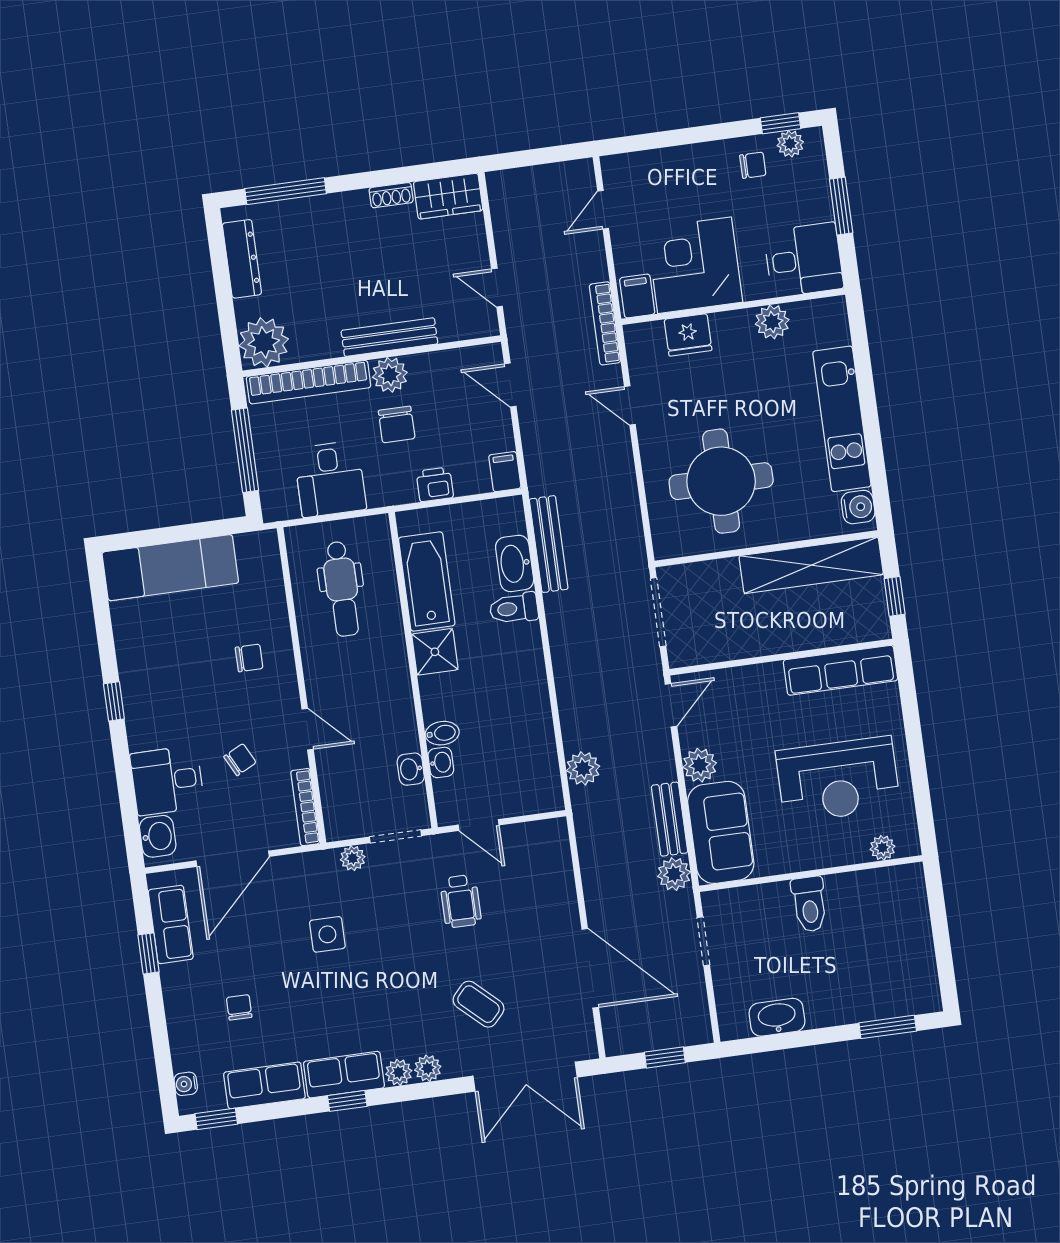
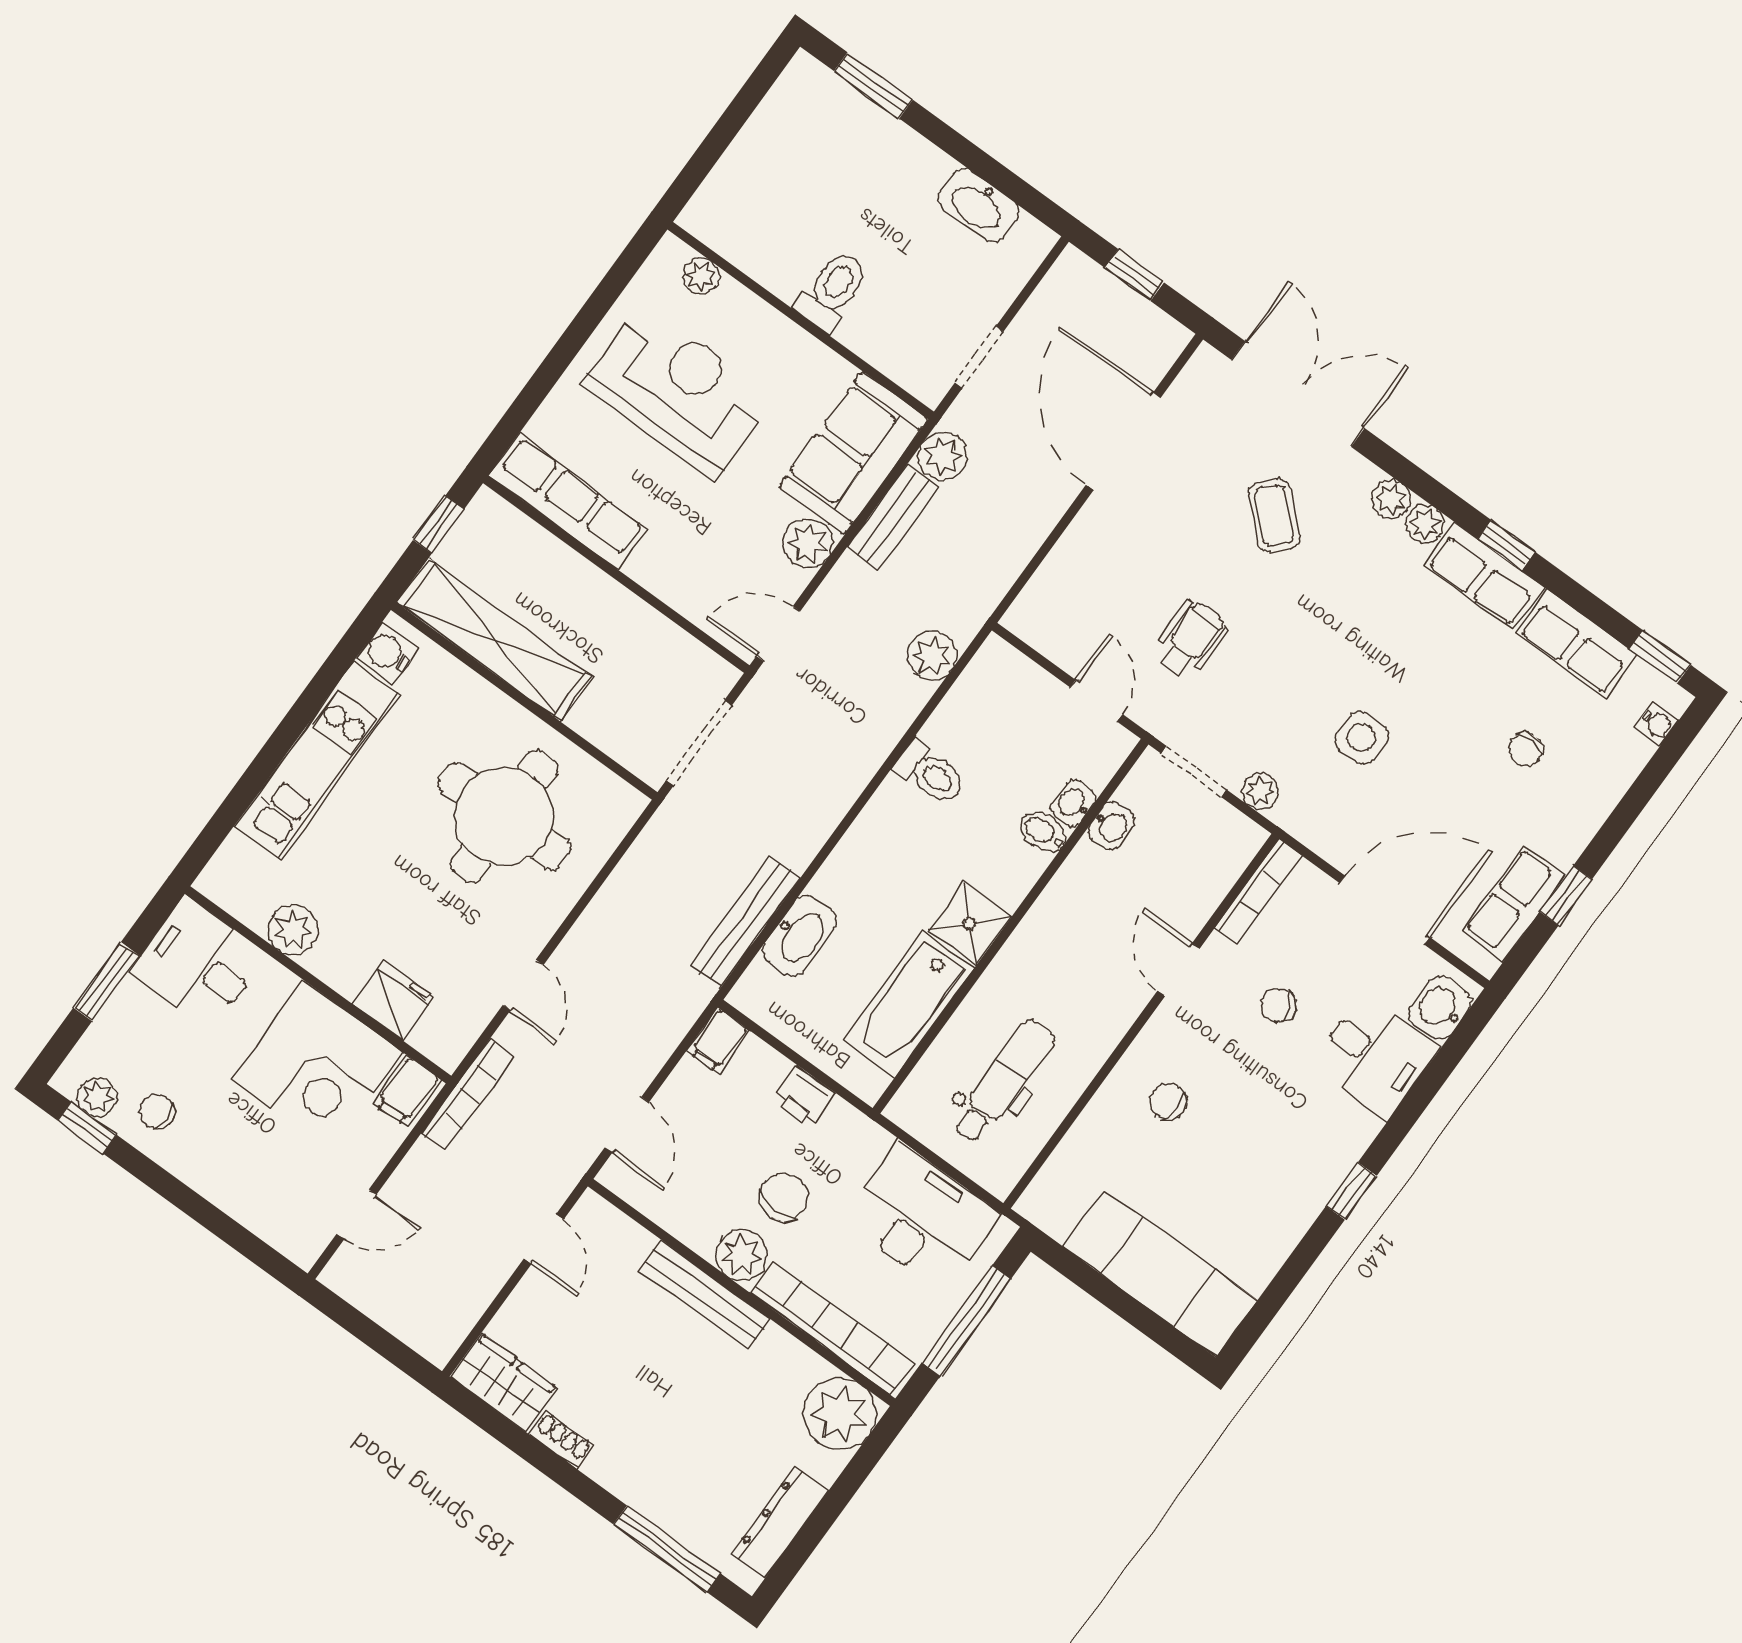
desk: (330, 479) -> (921, 1217), width x1.37
toilet: (514, 608) -> (930, 773), moved

